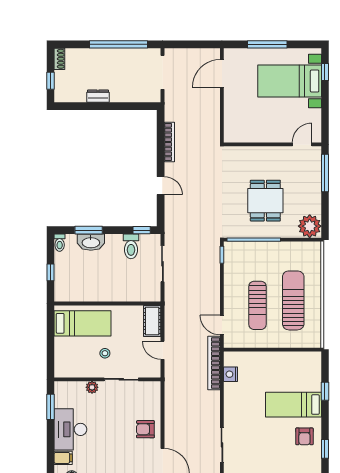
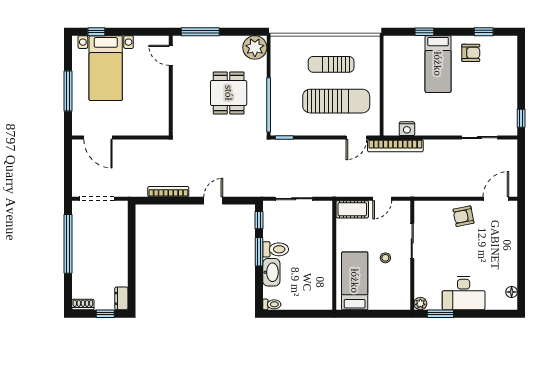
dresser: (98, 96) -> (121, 298), moved
dining table: (265, 201) -> (229, 93), turned 90
window: (89, 230) -> (259, 252), moved
toilet: (131, 246) -> (276, 249), moved
window: (51, 272) -> (302, 314), removed
sun lounger: (293, 300) -> (331, 64), width x0.73, depth x0.75
sun lounger: (258, 305) -> (336, 101), width x1.36, depth x1.34
plant: (92, 387) -> (420, 304), moved
armchair: (145, 429) -> (463, 216), turned 79
filing cabinet: (63, 458) -> (493, 301), removed

